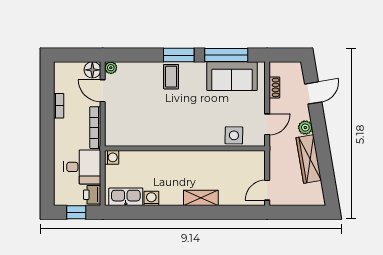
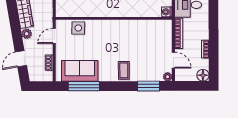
window: (179, 55) -> (148, 86), moved
floor lamp: (92, 70) -> (203, 75), moved

